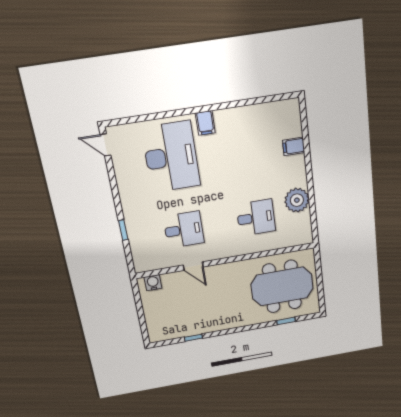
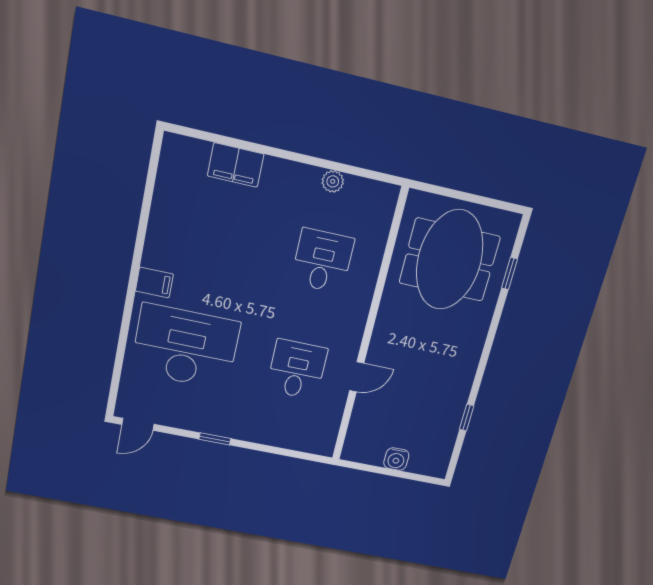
filing cabinet: (294, 146) -> (236, 165), width x2.00
plant: (297, 200) -> (333, 181), width x0.53, depth x0.53
window: (123, 230) -> (215, 439), moved
water cooler: (153, 283) -> (396, 459), moved, turned -90

